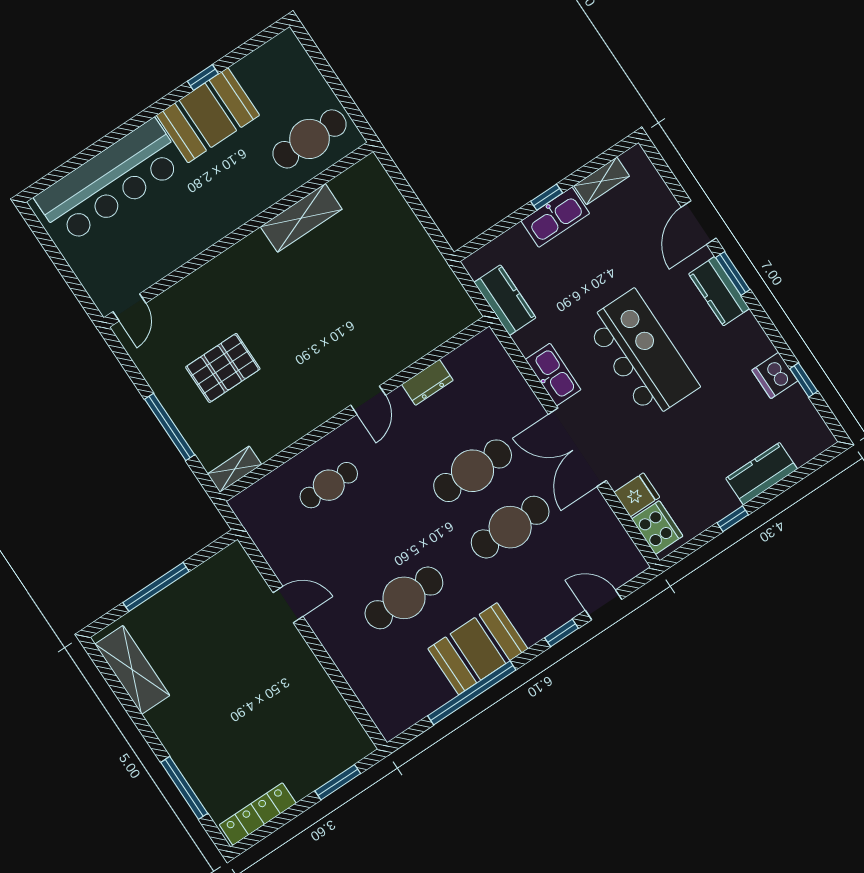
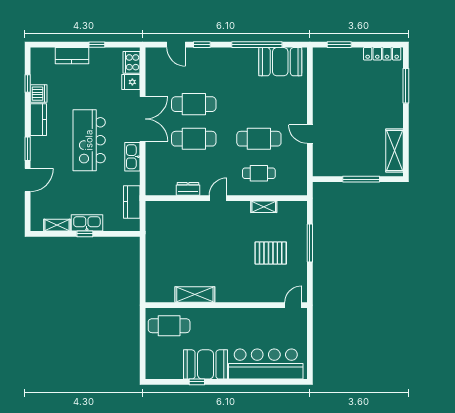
kitchen counter: (719, 291) -> (38, 120), moved
shelving: (235, 469) -> (264, 207), moved
cafe table: (404, 598) -> (259, 139), moved
booth: (478, 649) -> (280, 62), moved

